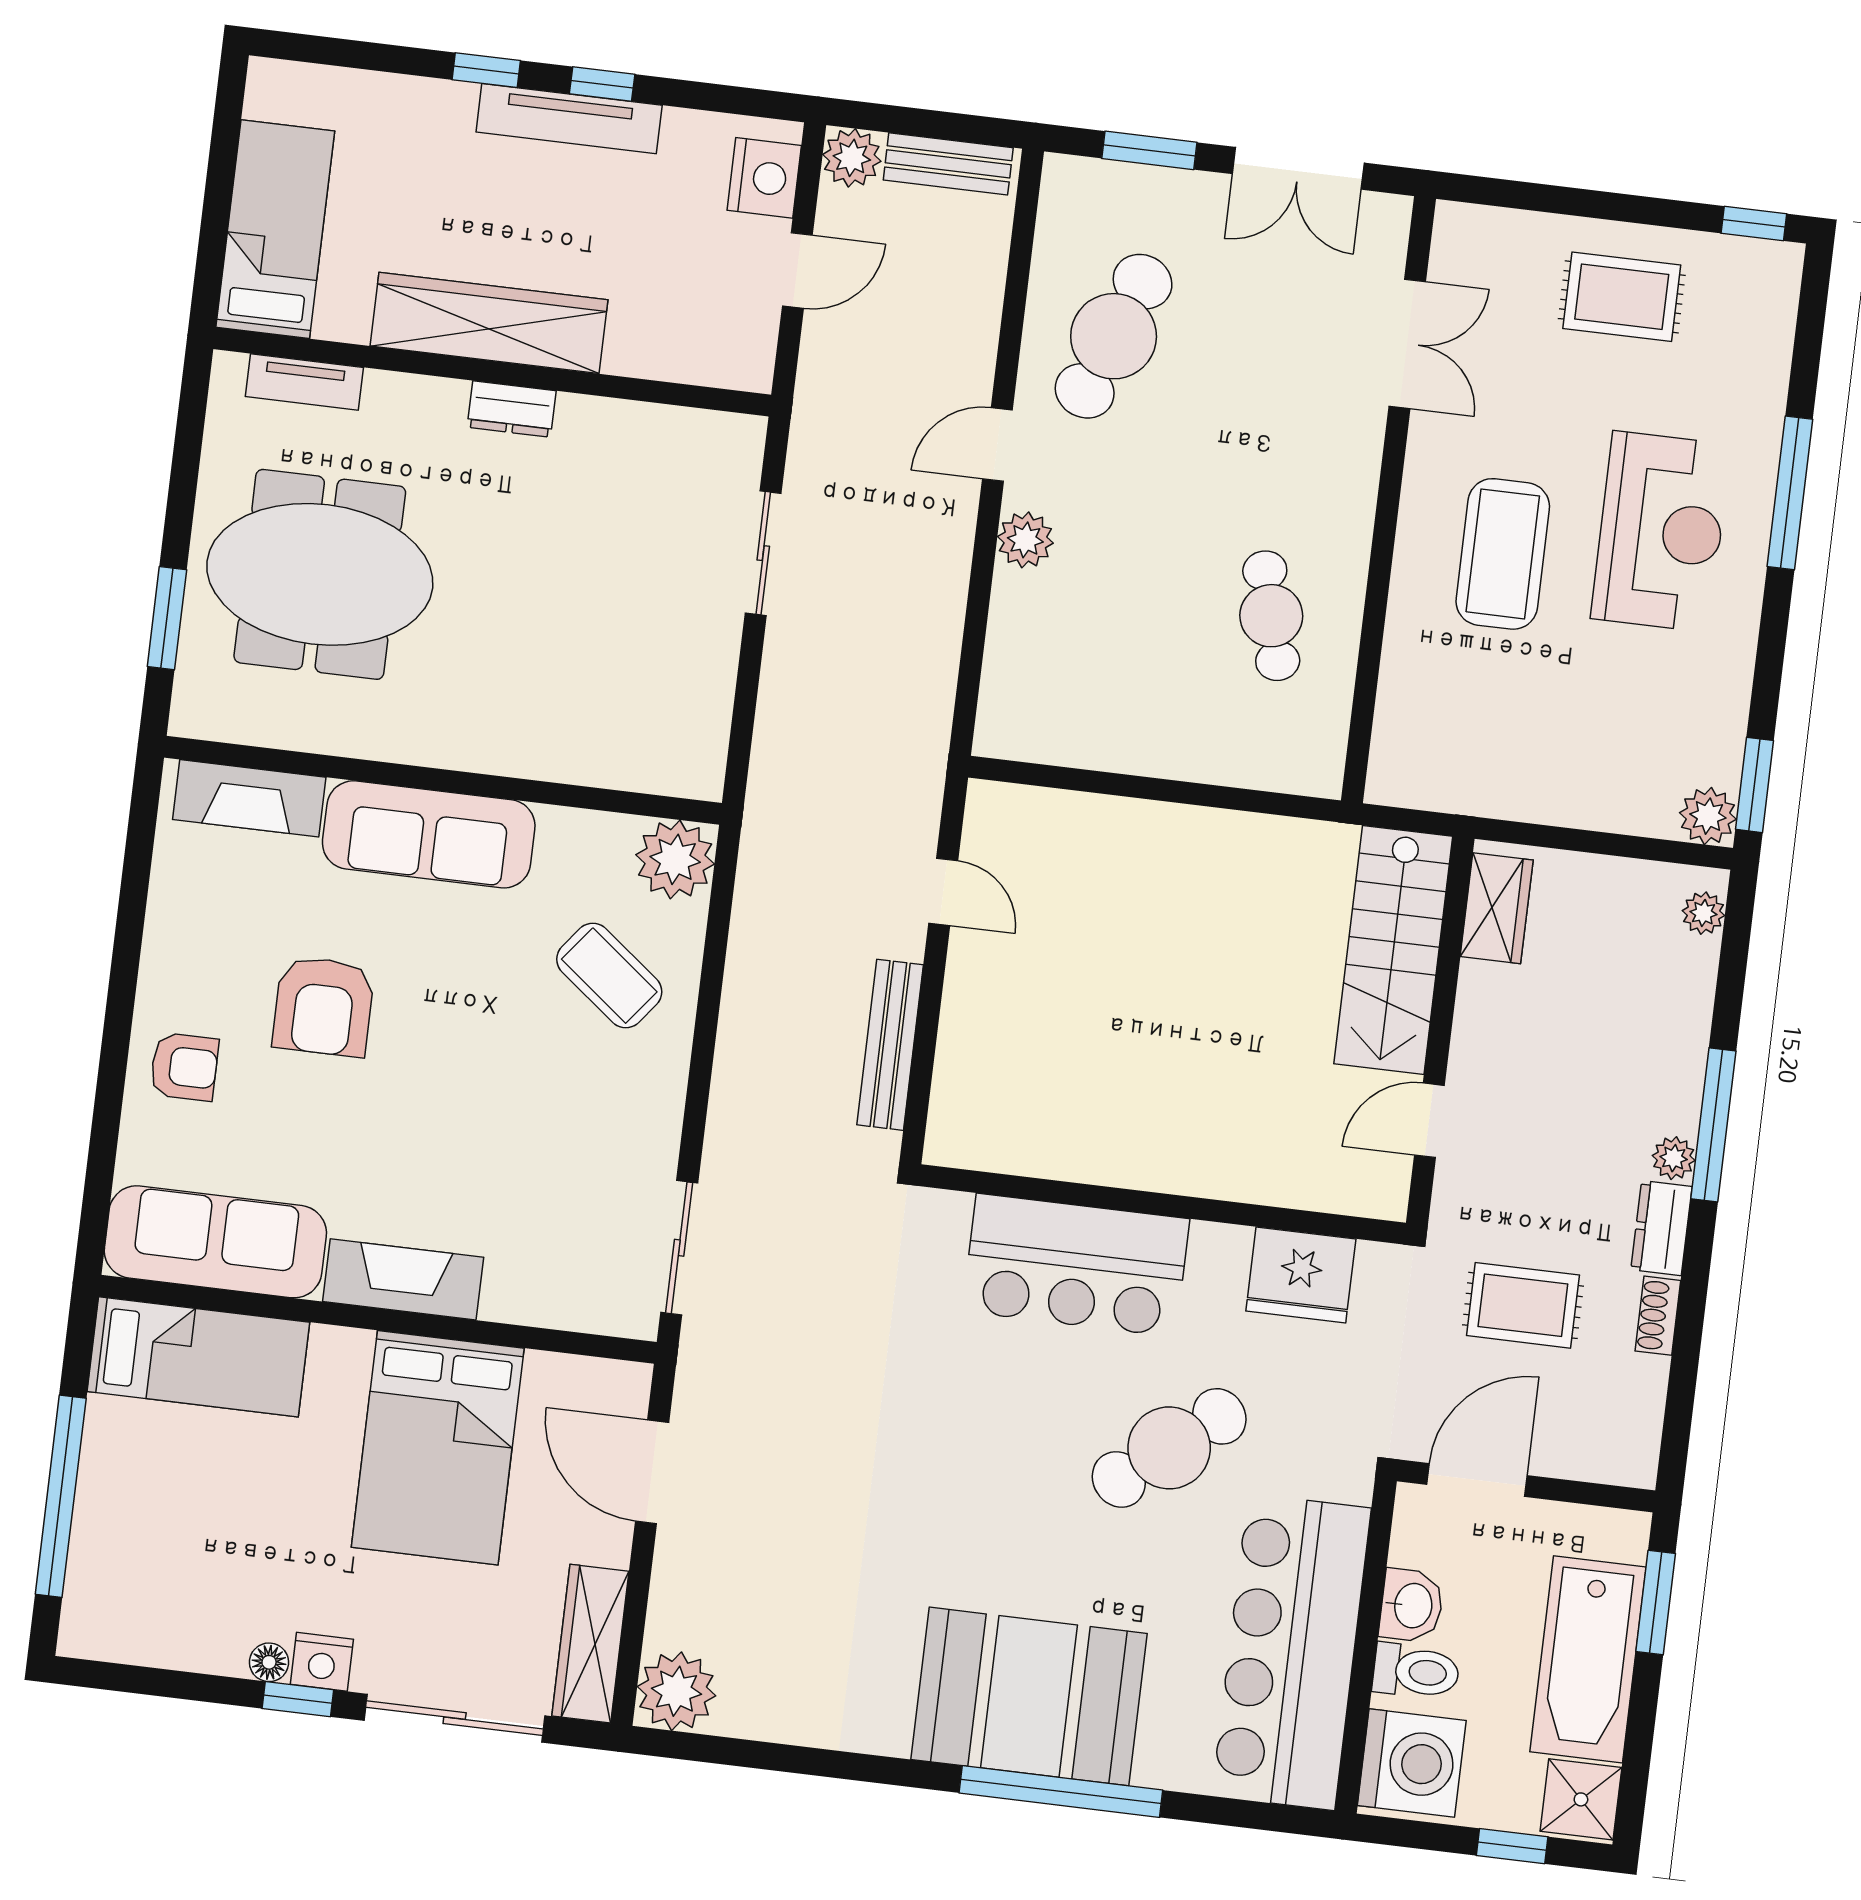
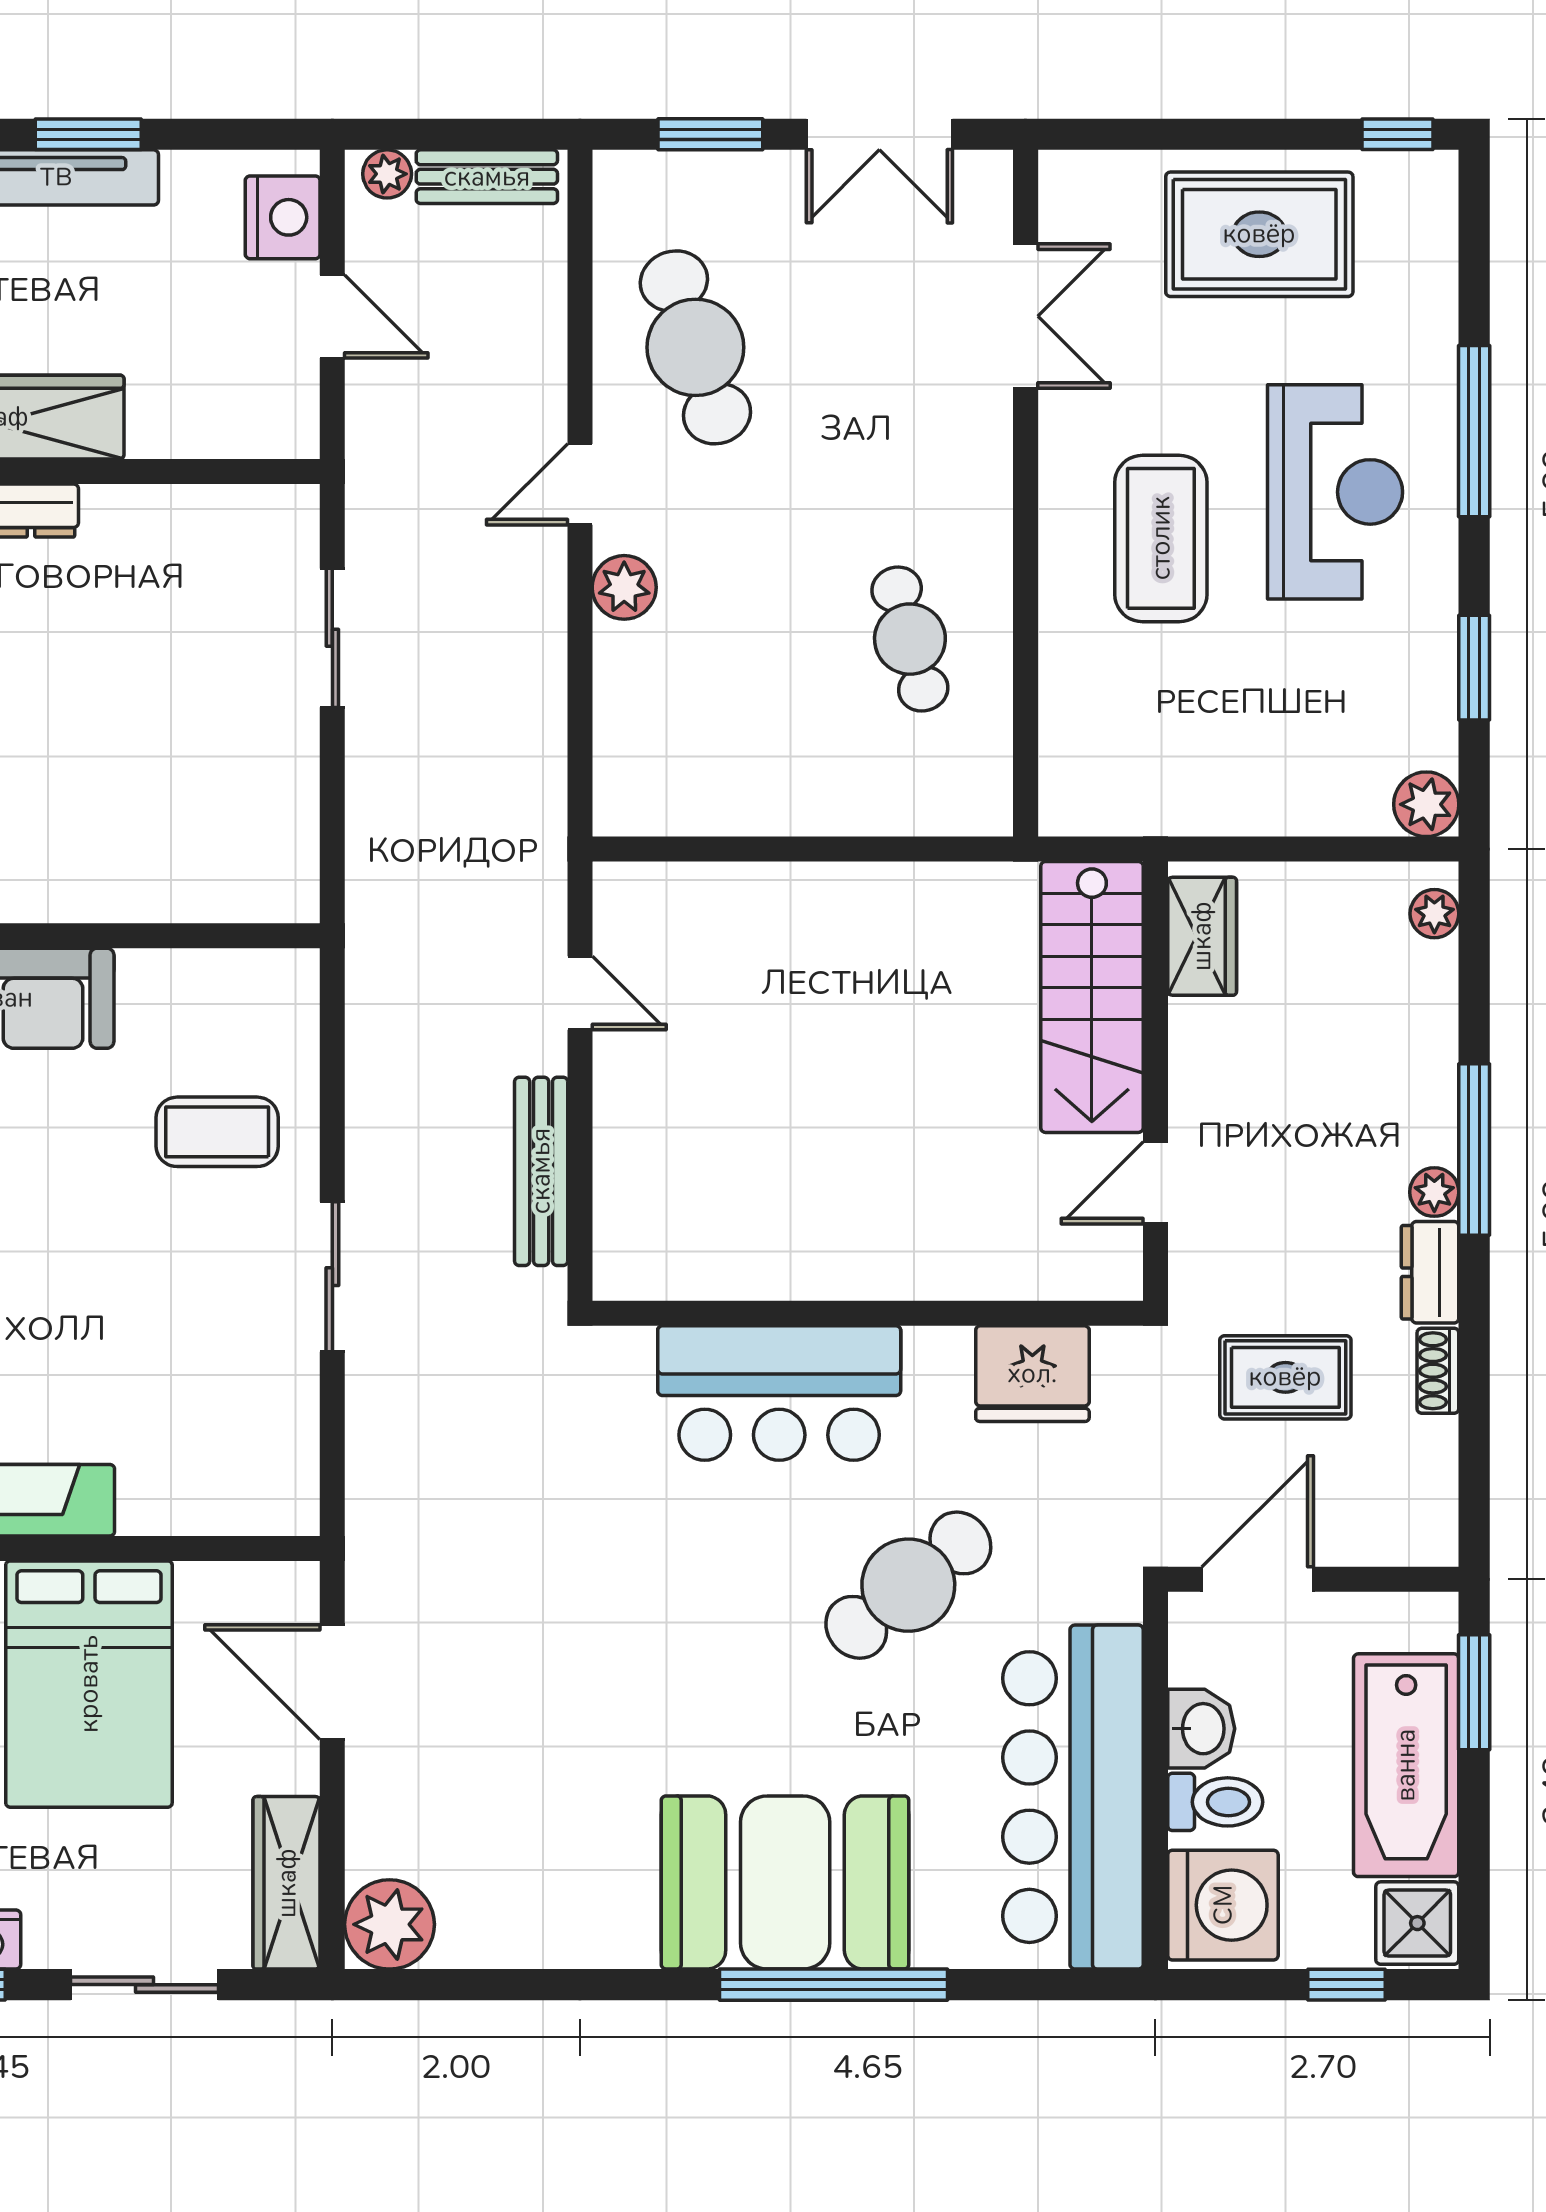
window: (602, 84) -> (88, 134), width x1.50
plant: (852, 158) -> (387, 174), width x0.73, depth x0.73
door: (797, 270) -> (332, 317), hinge flipped
rug: (1622, 297) -> (1259, 234), width x1.36, depth x1.43
cafe table: (1114, 336) -> (695, 347), turned -39
window: (1754, 785) -> (1474, 668), moved
plant: (675, 859) -> (275, 993), removed
coffee table: (609, 976) -> (217, 1132), turned -38
sliding door: (679, 1248) -> (332, 1277), moved
sliding door: (455, 1718) -> (145, 1985), width x0.73

